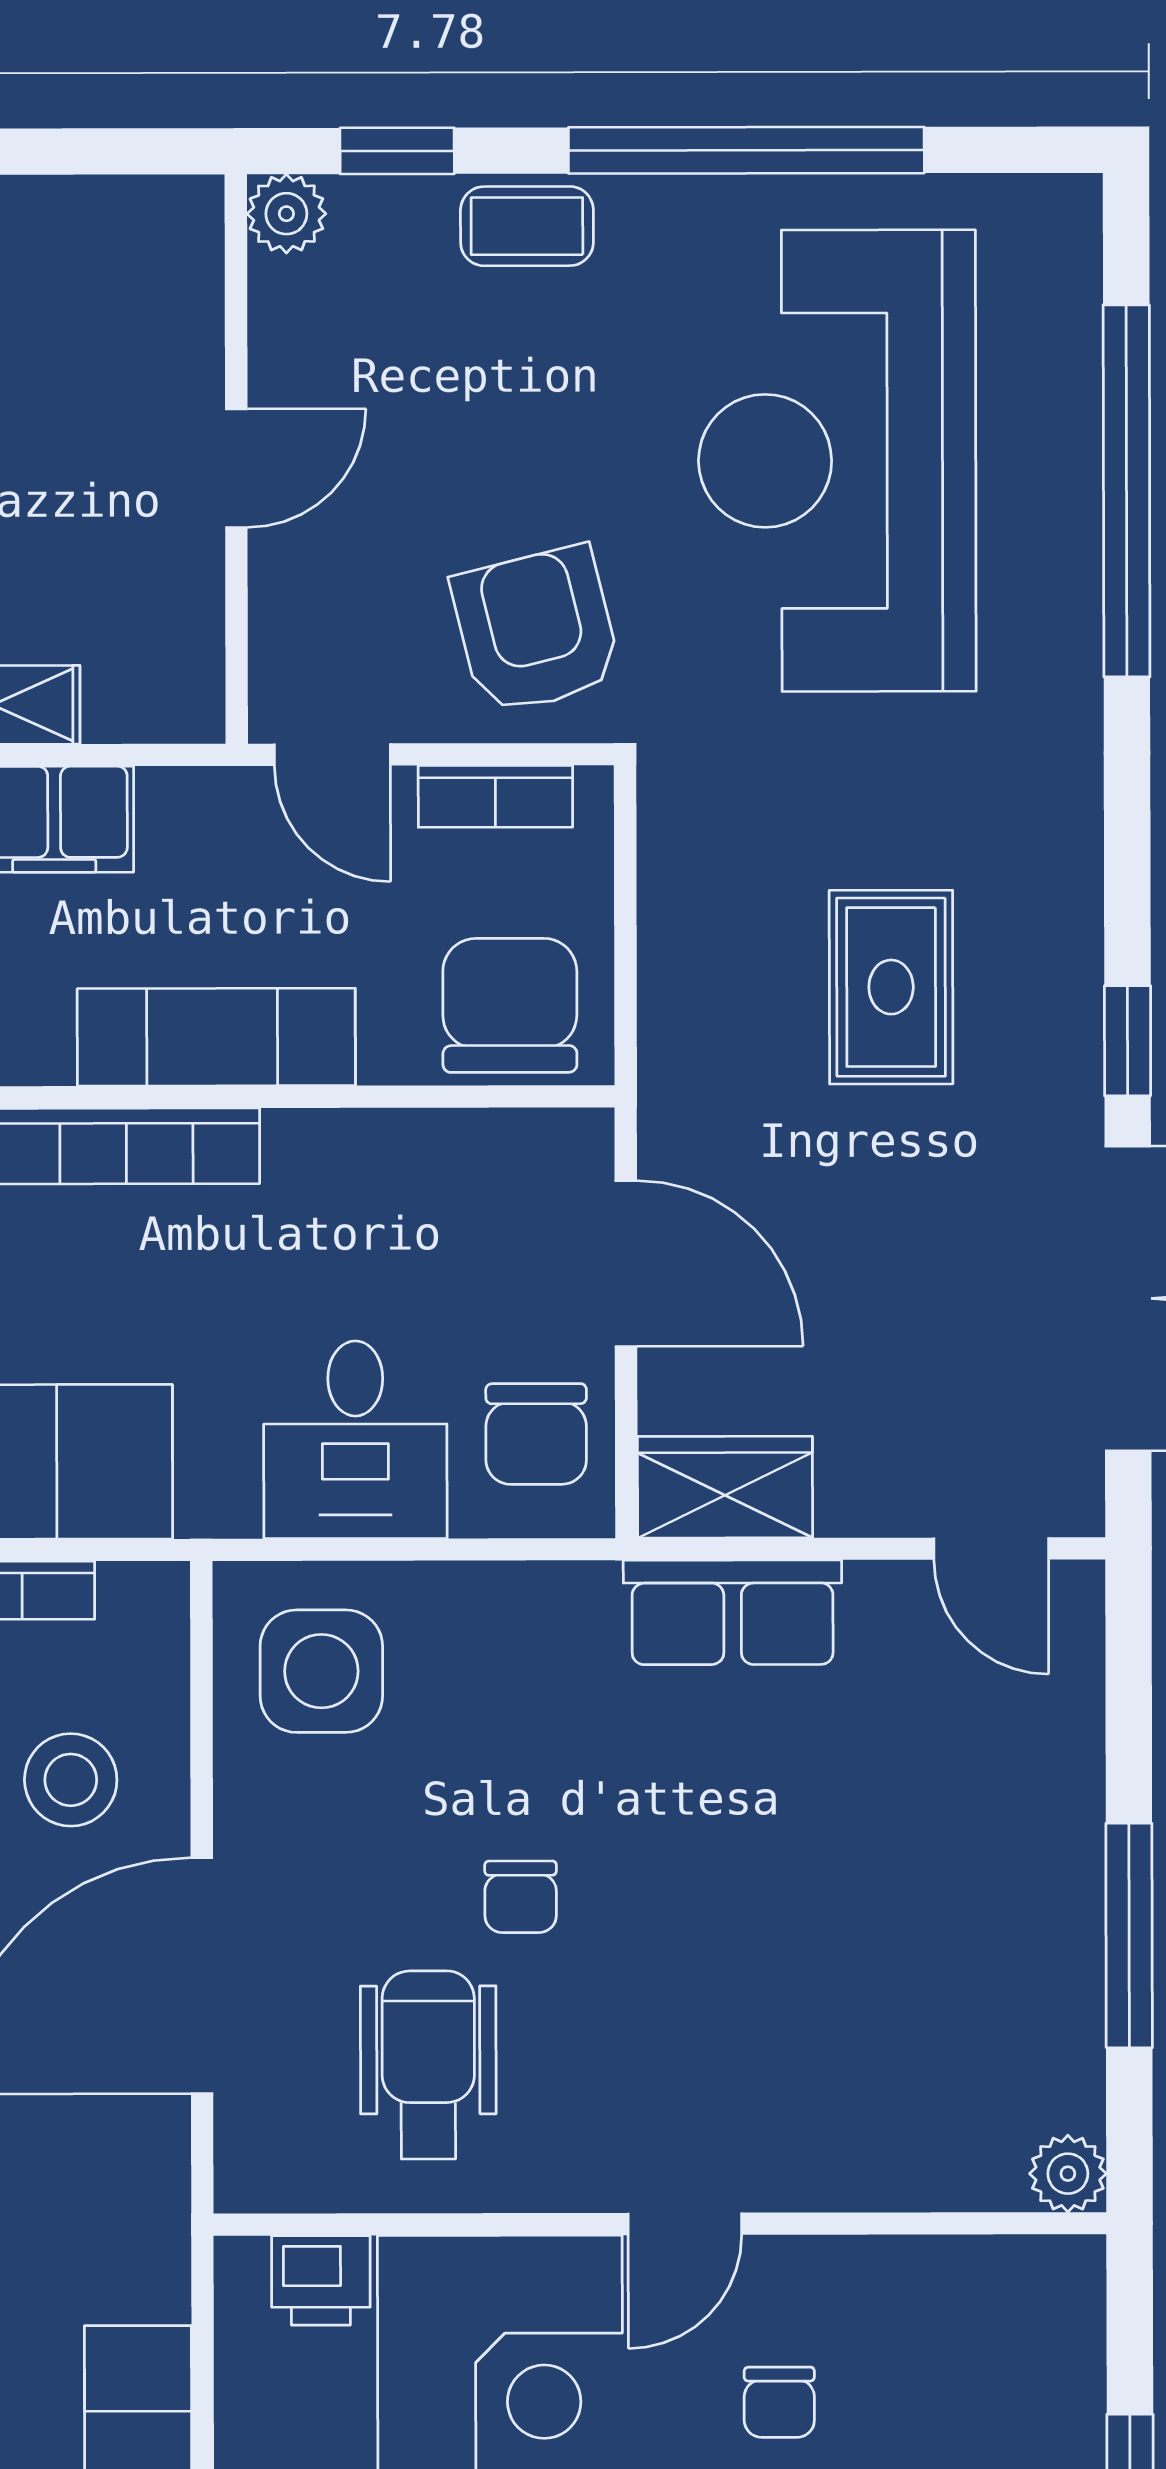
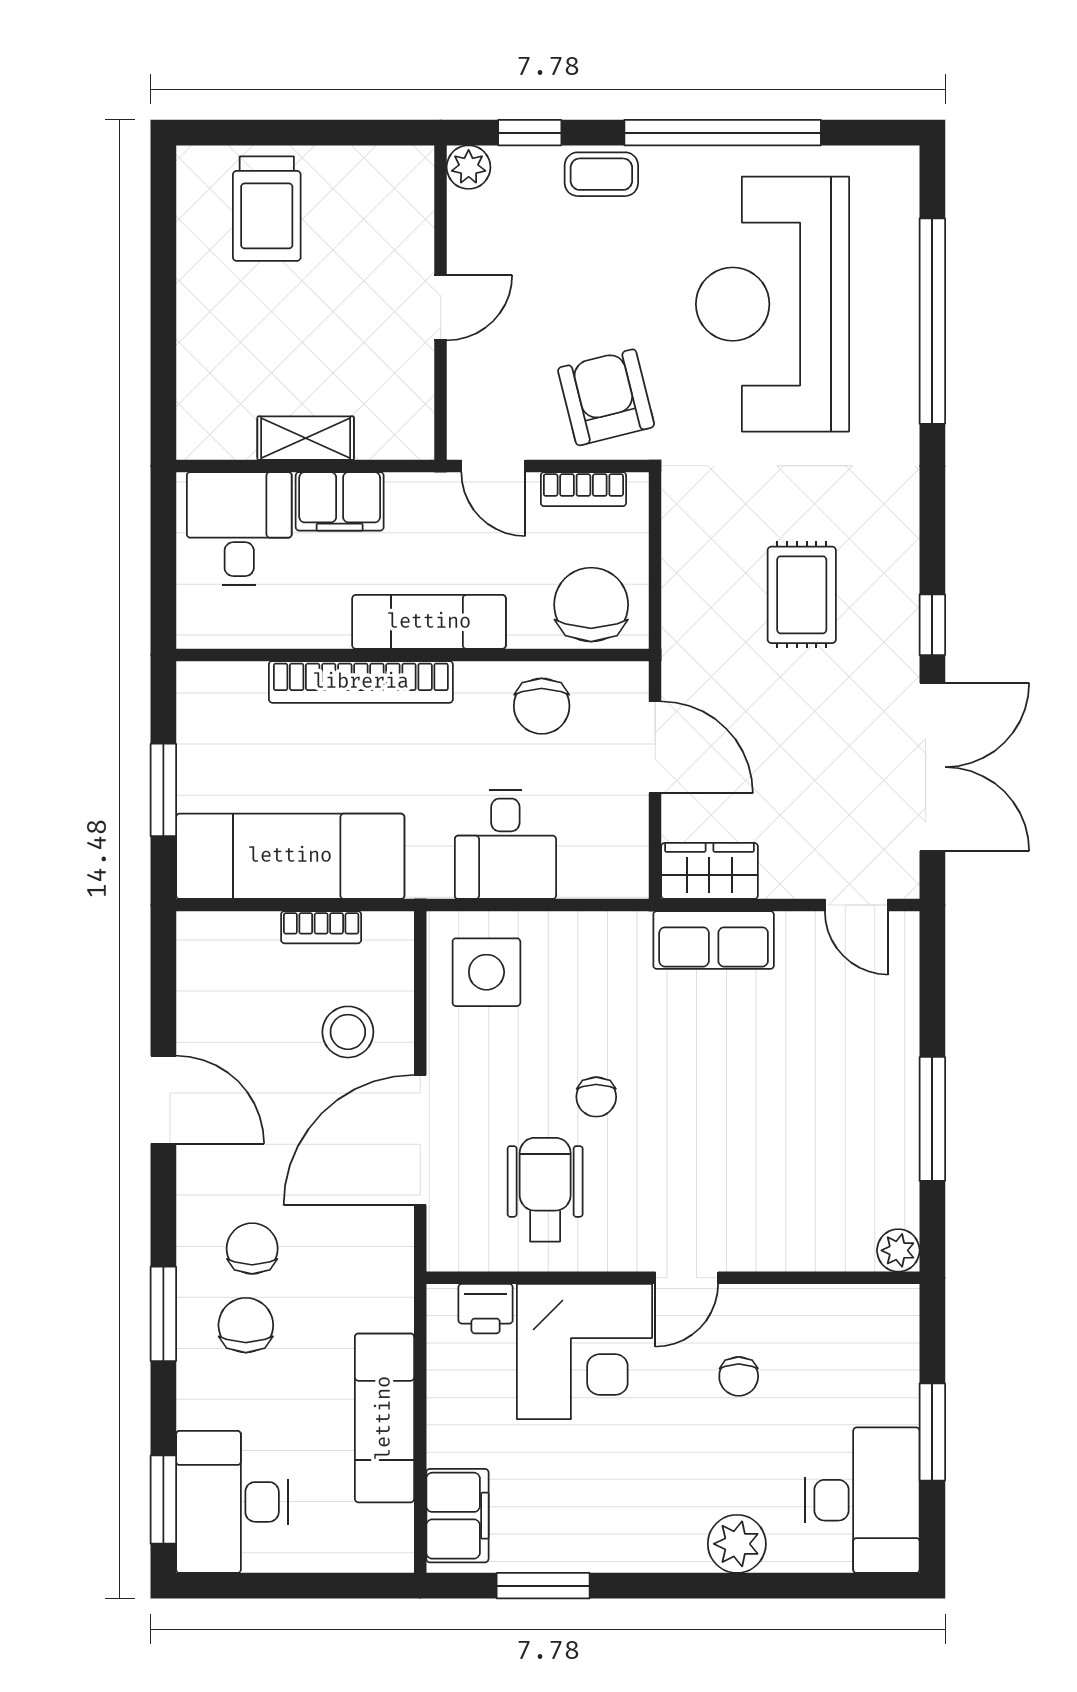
chair: (536, 1434) -> (542, 706), moved

